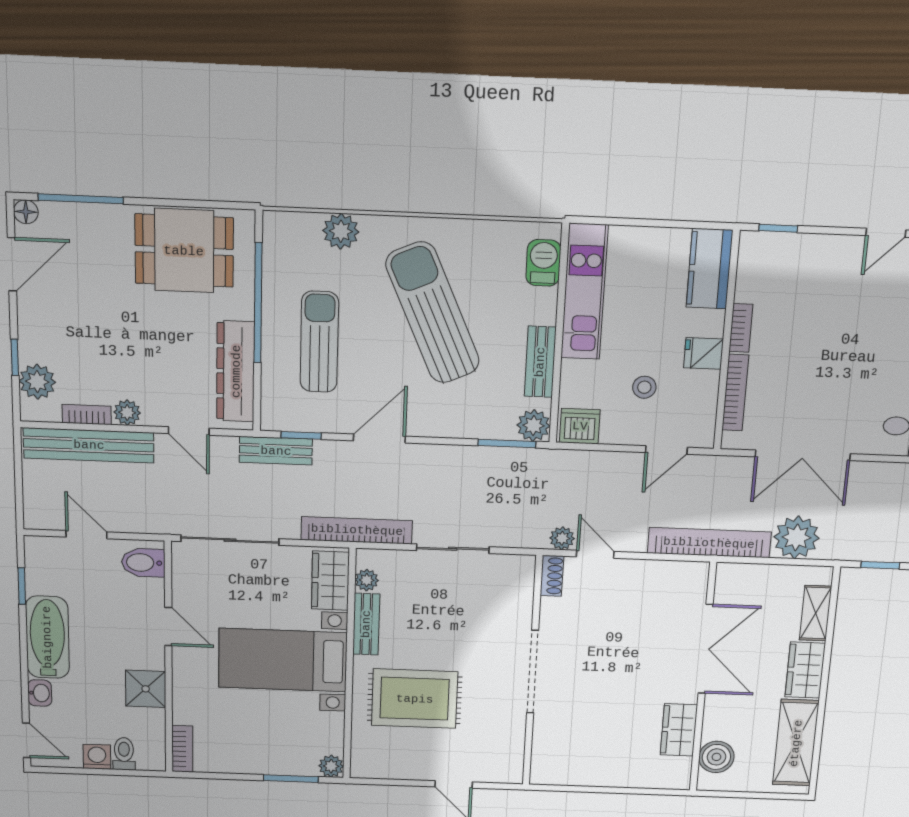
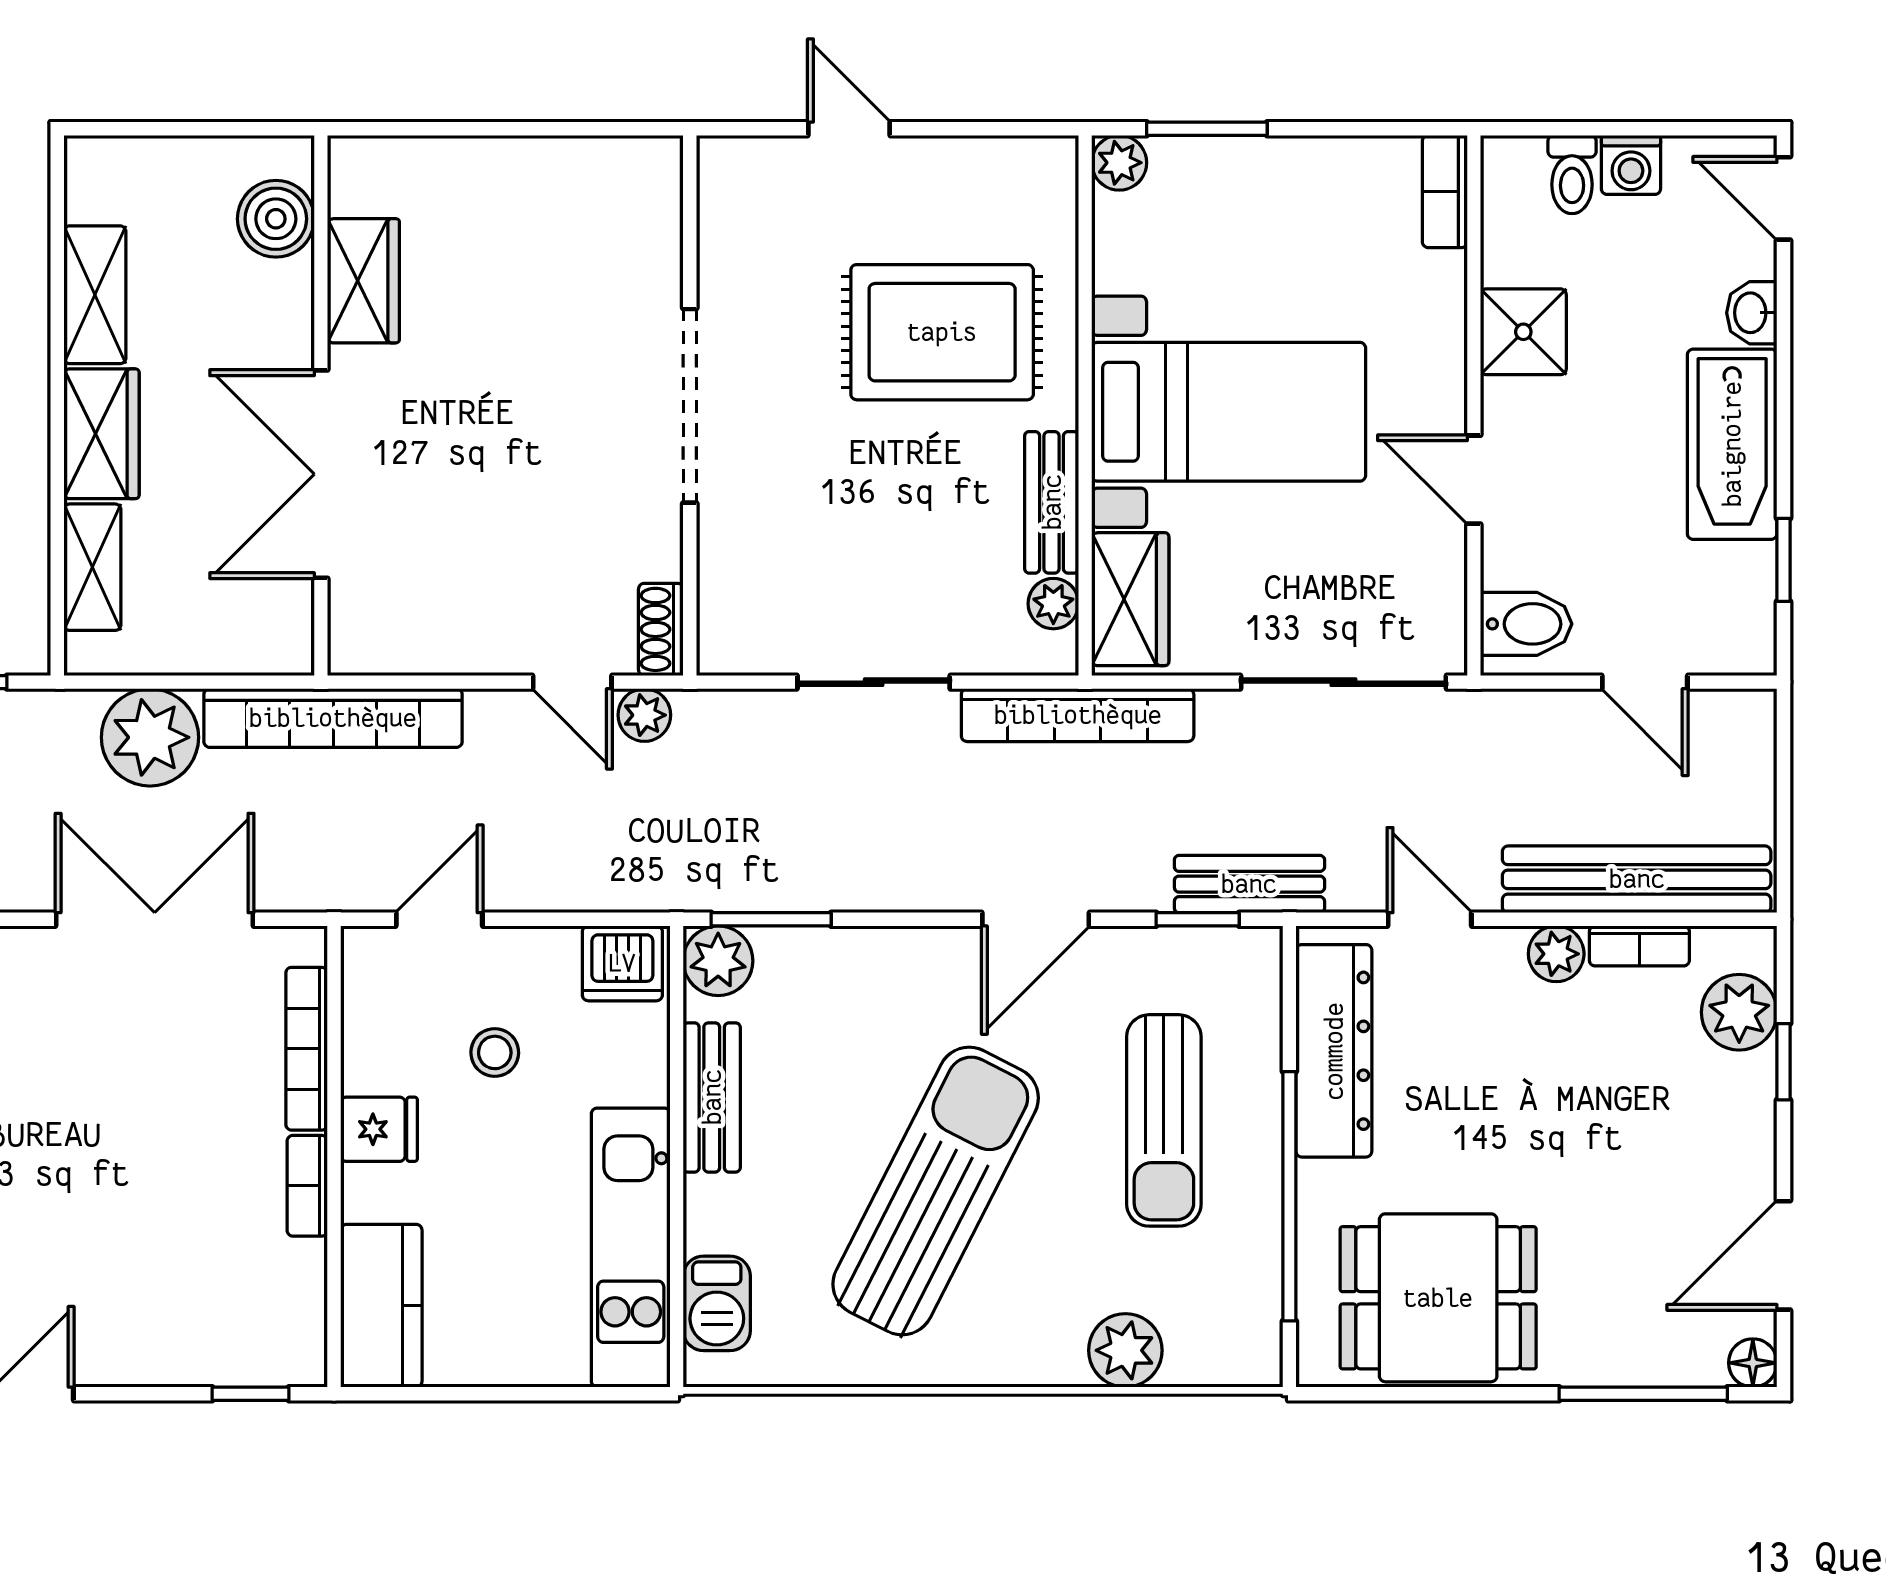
sun lounger: (433, 313) -> (936, 1191), turned -129
shelving: (796, 743) -> (95, 295), width x0.67, depth x0.75

